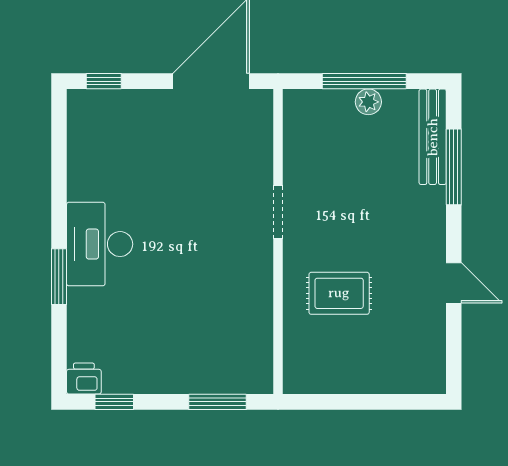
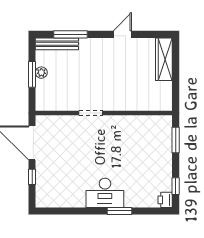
window: (104, 81) -> (32, 177), moved
window: (364, 81) -> (32, 74), width x0.69
rug: (339, 293) -> (127, 86), removed
wardrobe: (398, 376) -> (164, 59), added

